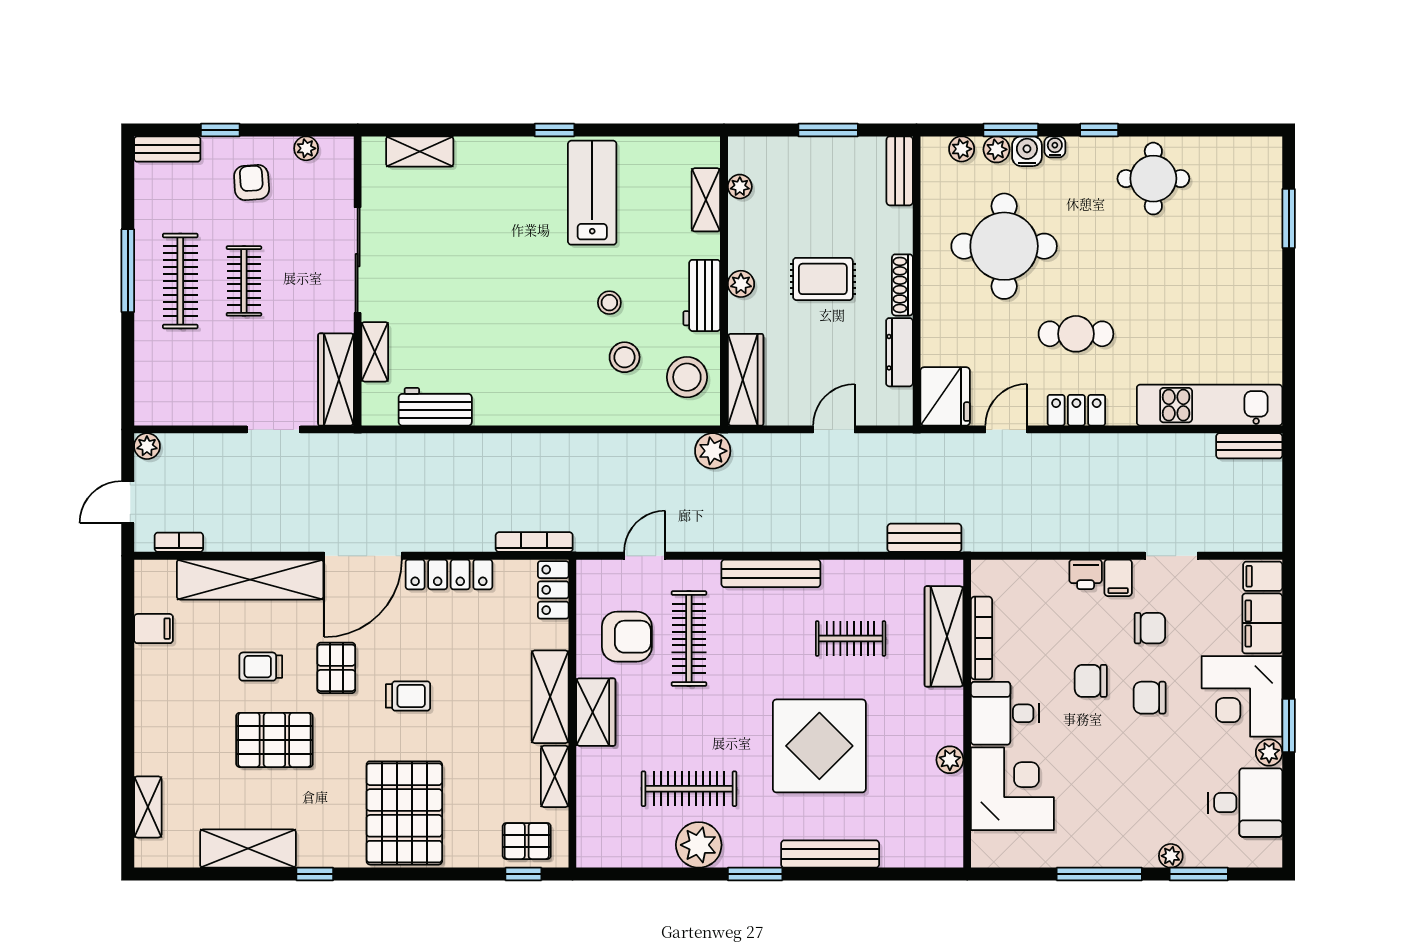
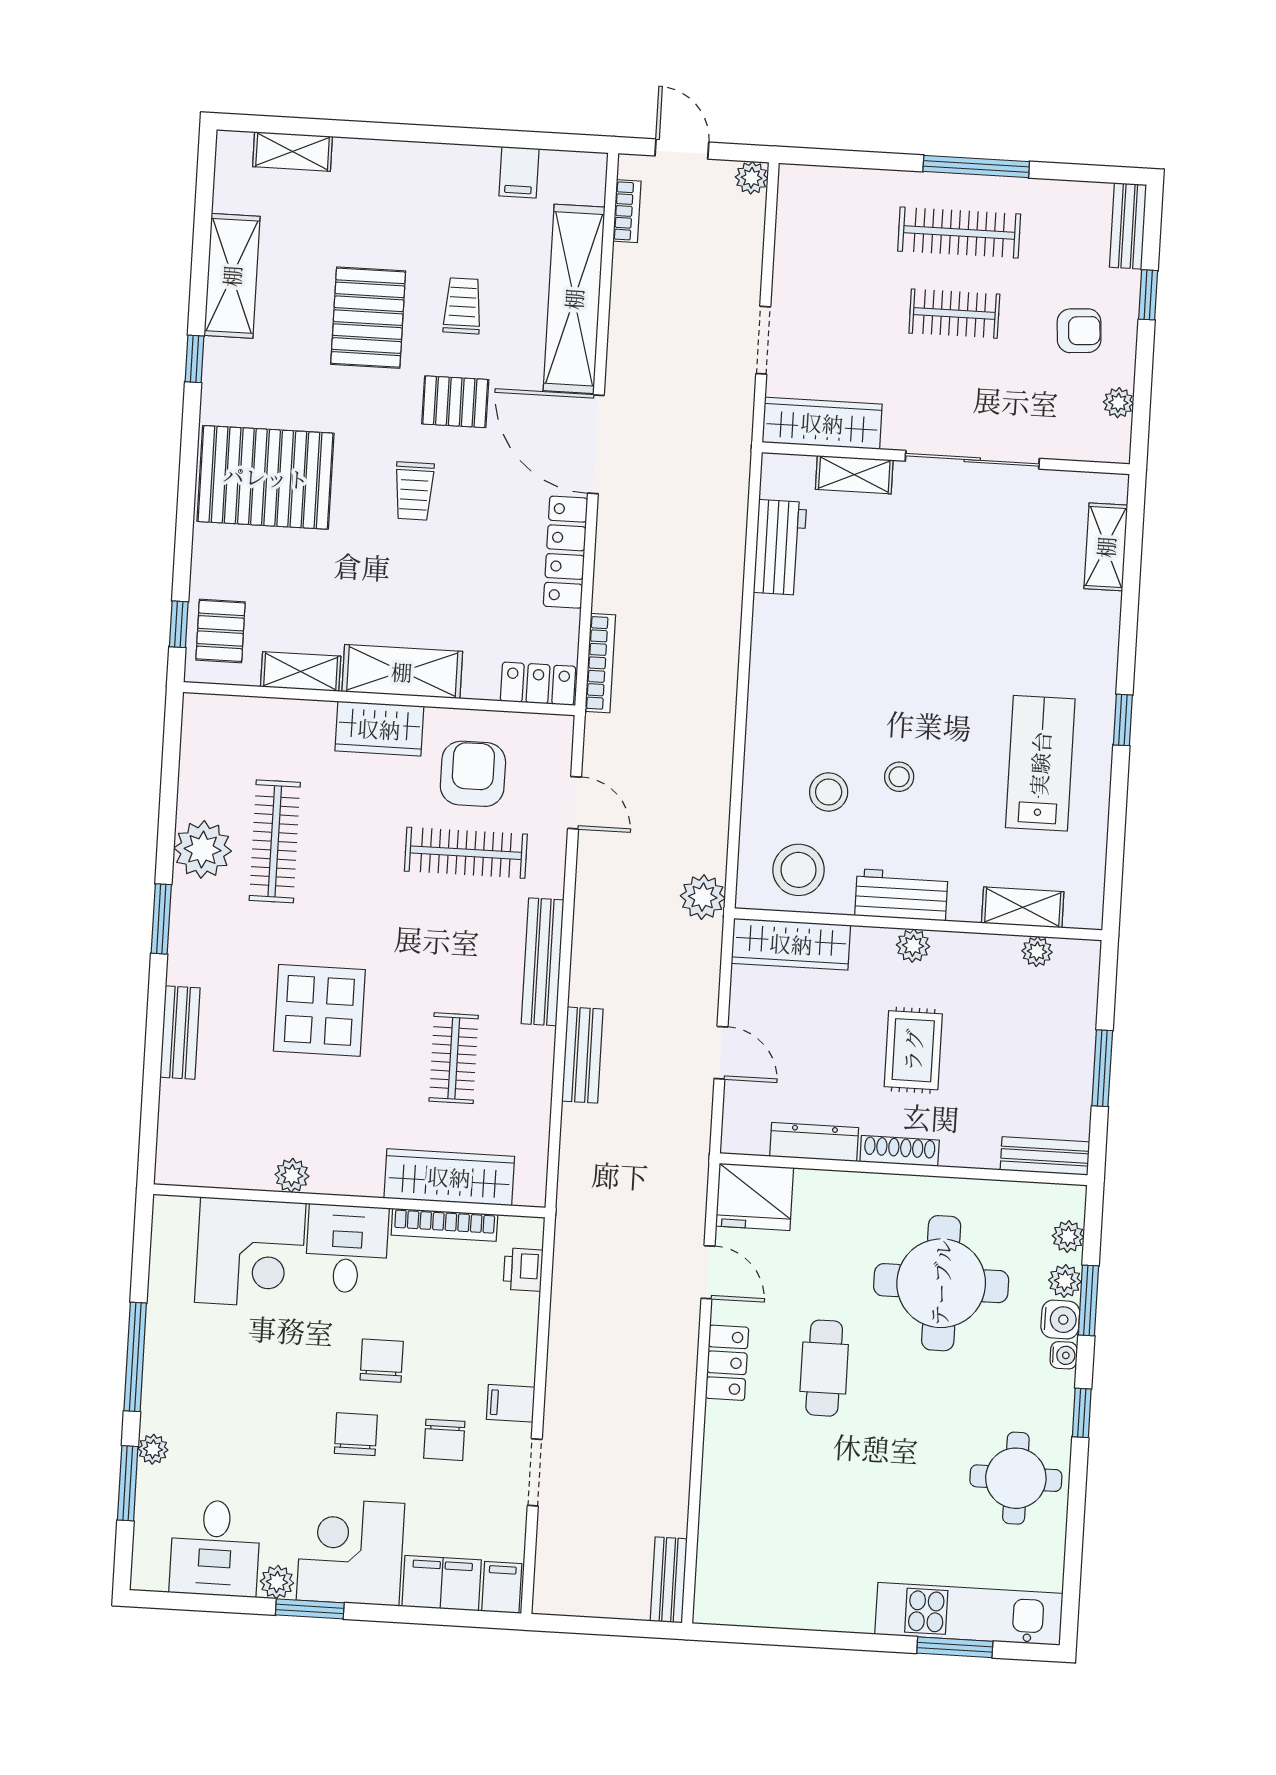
lab bench: (592, 193) -> (1040, 763), turned -90
kitchen unit: (1210, 405) -> (969, 1614), moved, turned -90
bench: (924, 538) -> (582, 1055), moved
printer: (1086, 574) -> (523, 1270), moved
armchair: (627, 637) -> (473, 774), turned 180
display table: (819, 746) -> (319, 1010), width x0.73, depth x0.73
bench: (830, 854) -> (180, 1033), width x0.73

